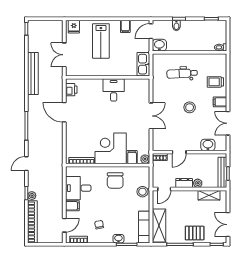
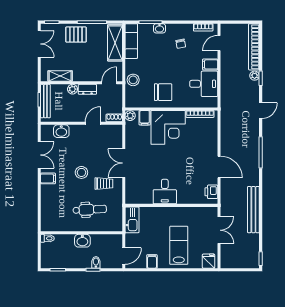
washbasin: (159, 45) -> (82, 241), moved
trolley: (215, 82) -> (104, 184), moved
chair: (115, 180) -> (163, 92), turned 90

